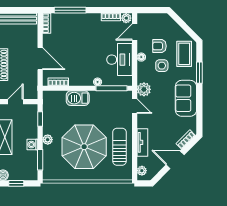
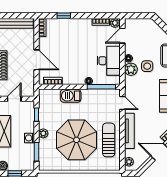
window: (70, 10) -> (64, 16), width x0.46
armchair: (159, 46) -> (145, 48), removed
plant: (144, 89) -> (131, 69), moved
tv unit: (142, 142) -> (129, 131), width x1.41

